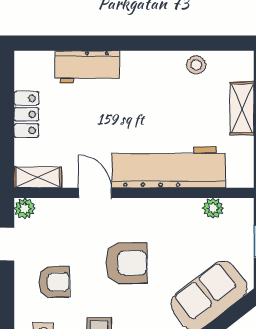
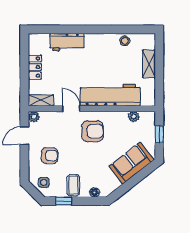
armchair: (126, 263) -> (92, 131), moved

